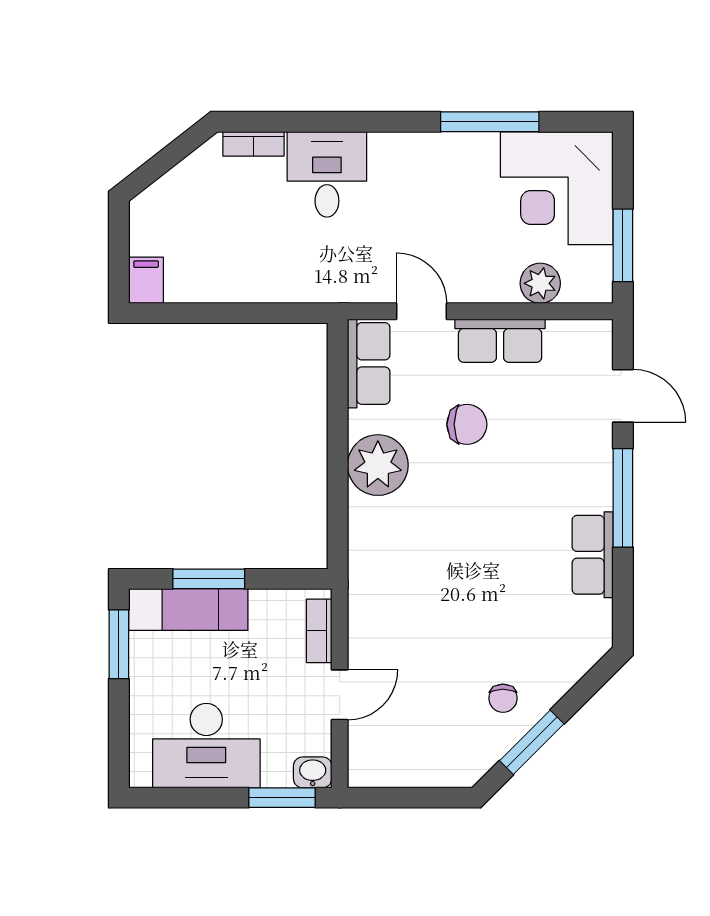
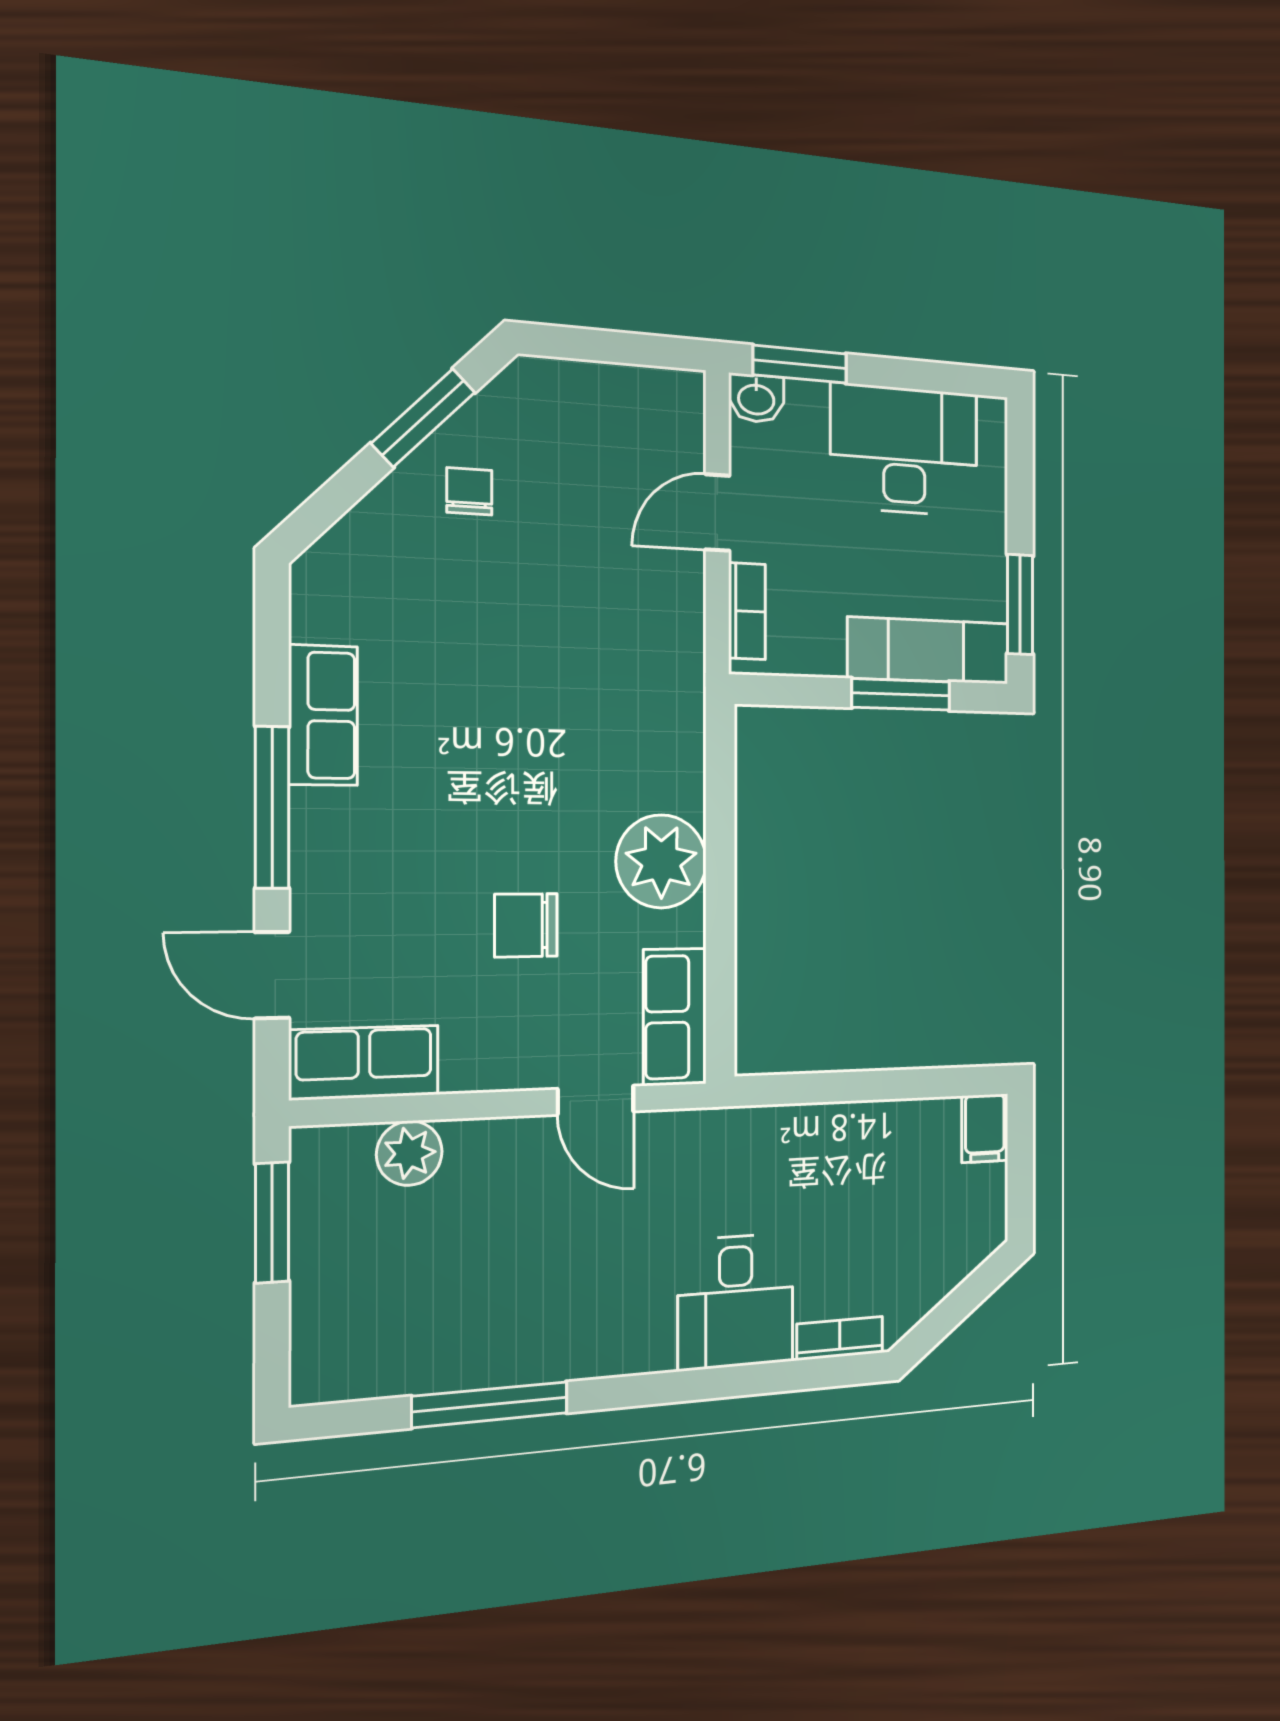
corner desk: (557, 188) -> (382, 1308), removed
row of seats: (500, 341) -> (364, 1063), moved

